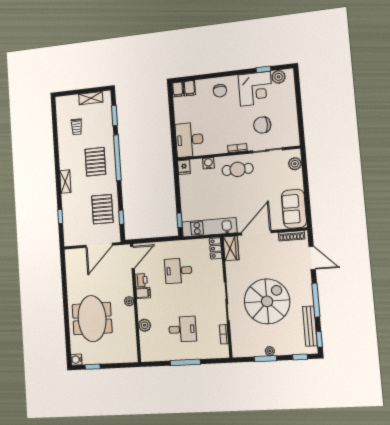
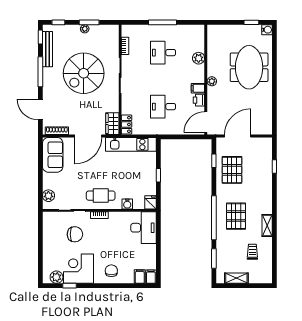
shelving: (65, 182) -> (267, 226), moved
window: (180, 220) -> (158, 175), moved
desk: (178, 271) -> (163, 107), turned 180

